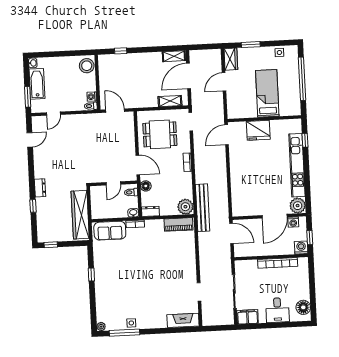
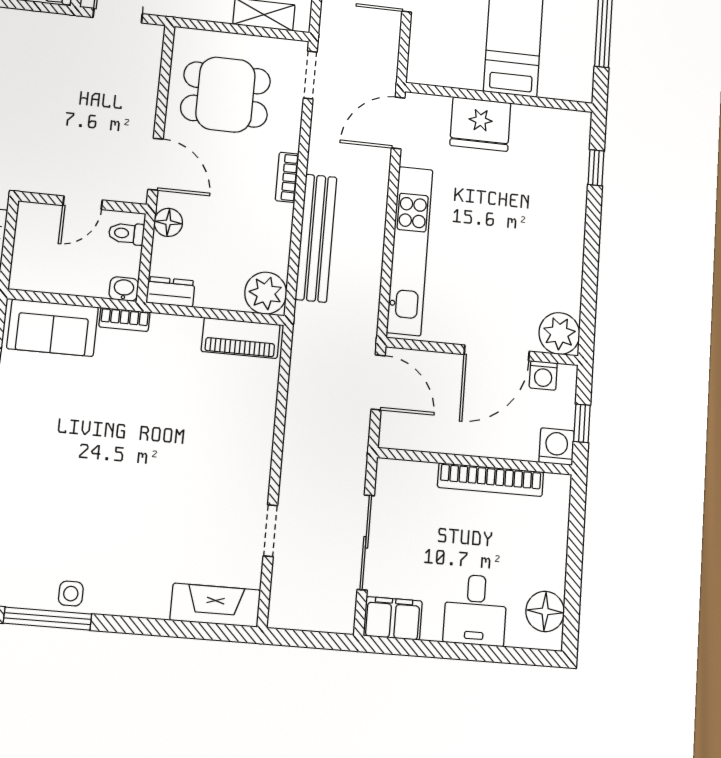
kitchen unit: (297, 165) -> (410, 251), moved, turned 180
bench: (203, 208) -> (316, 238), moved

